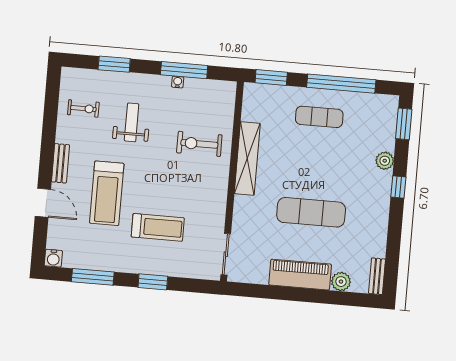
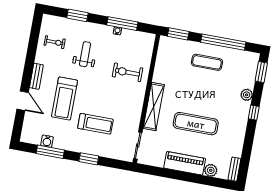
shelving: (247, 158) -> (154, 107), moved
water cooler: (53, 258) -> (47, 141), moved

